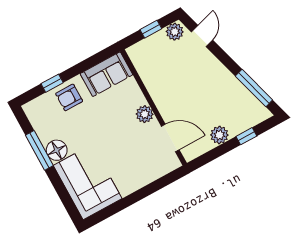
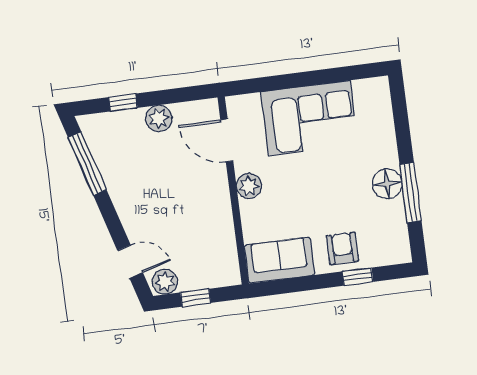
door: (202, 36) -> (130, 262), swing flipped
armchair: (69, 97) -> (342, 248), turned -90
corner sofa: (88, 182) -> (309, 118), moved, turned -90

